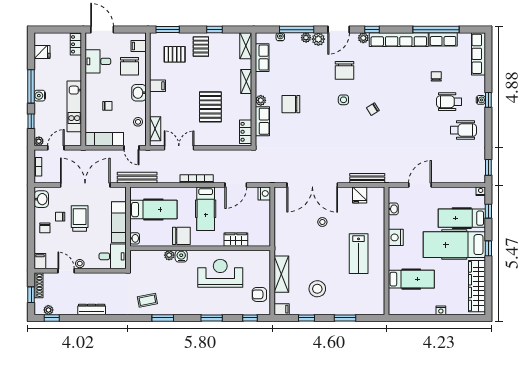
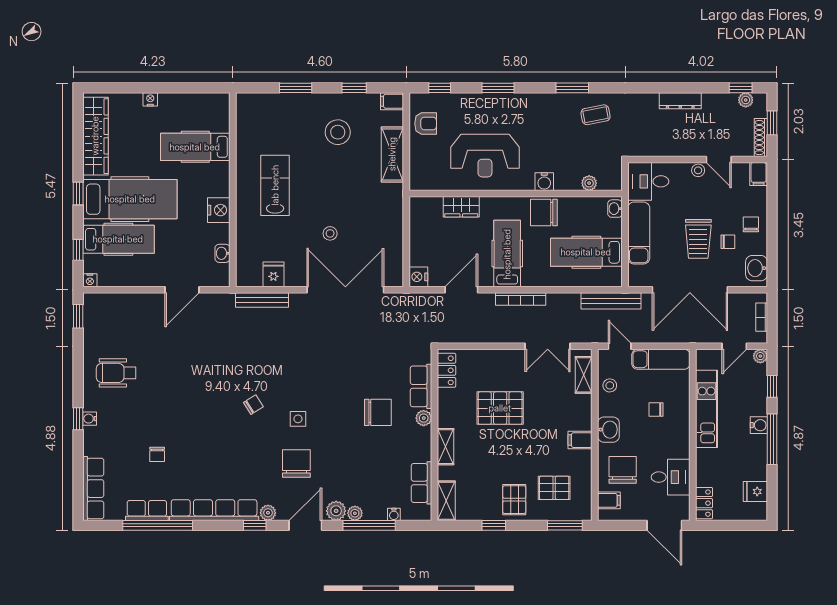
wheelchair: (449, 102) -> (138, 416), removed
pallet: (210, 107) -> (500, 408), turned 90
plant: (169, 255) -> (589, 183), moved

